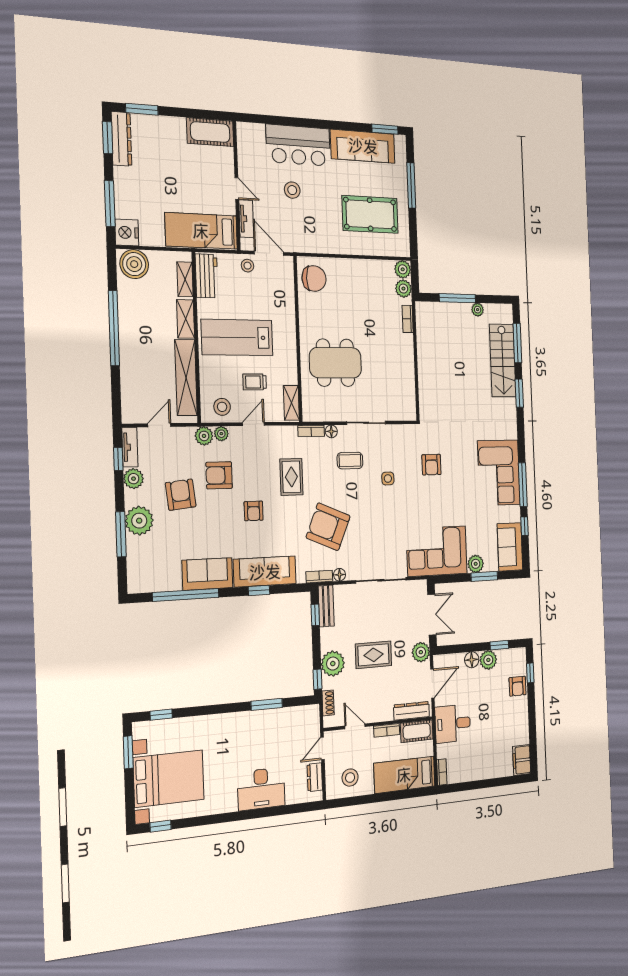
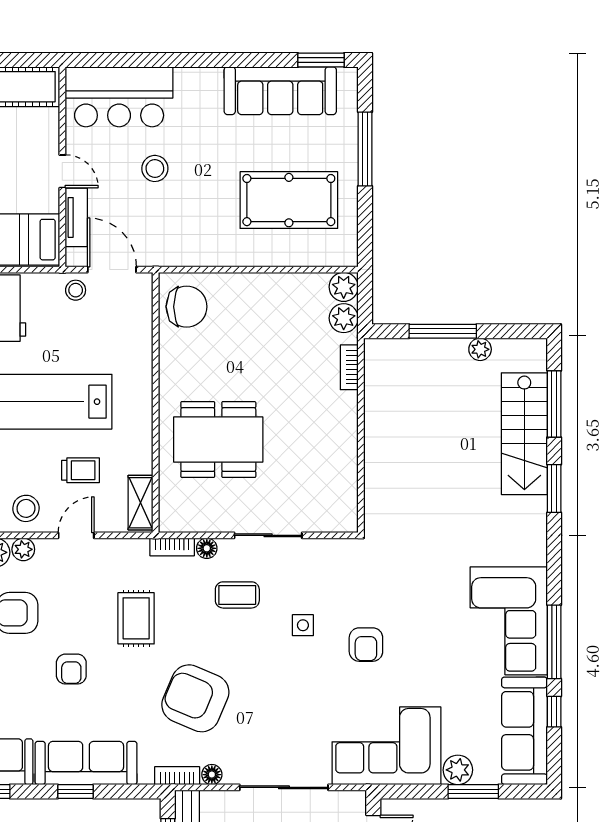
bar counter: (298, 145) -> (119, 97), moved
trolley: (255, 382) -> (81, 470), turned 180
armchair: (431, 465) -> (366, 645), moved
sofa: (510, 547) -> (524, 731), width x1.36

